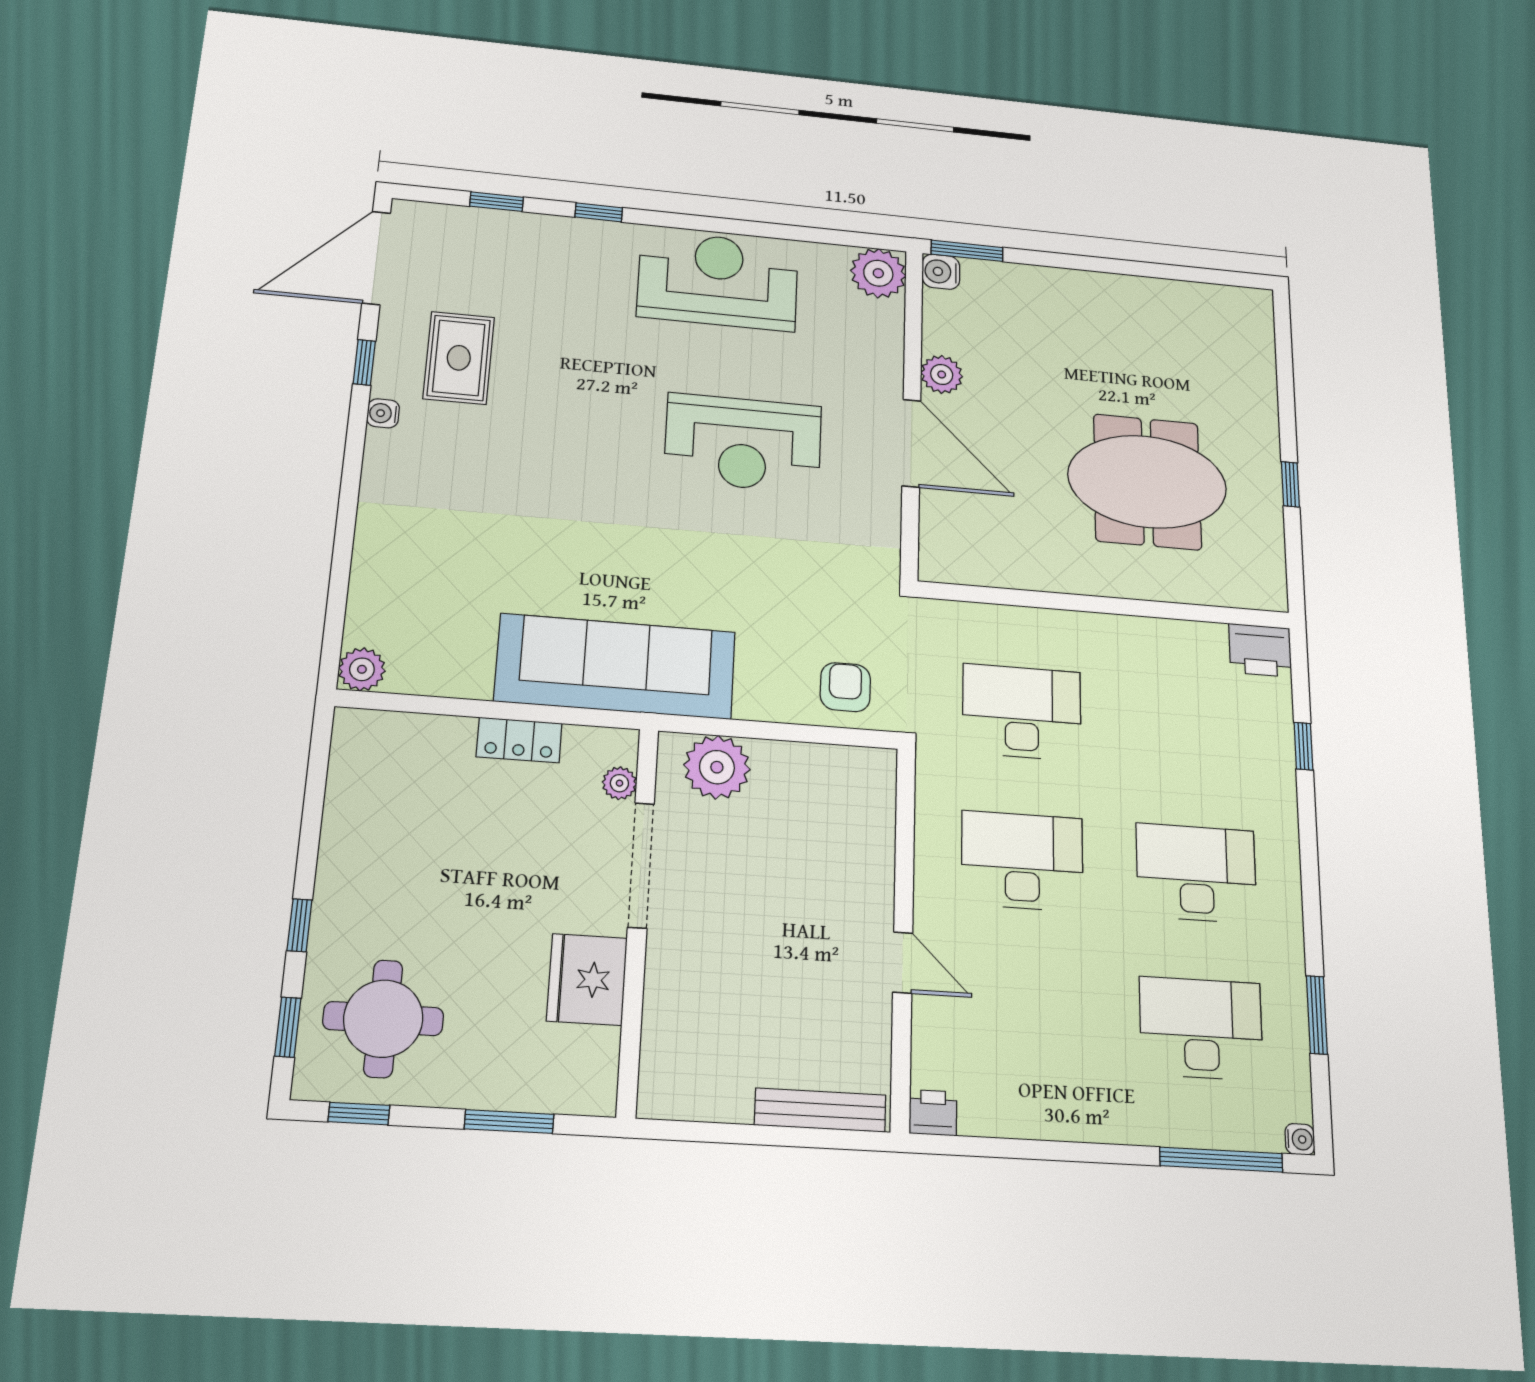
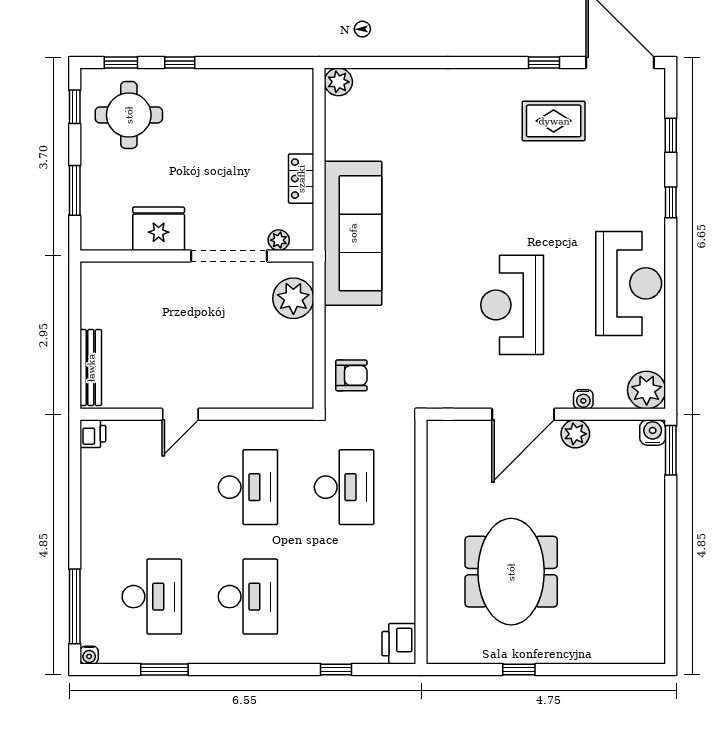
water cooler: (383, 413) -> (583, 399), moved, turned 180

